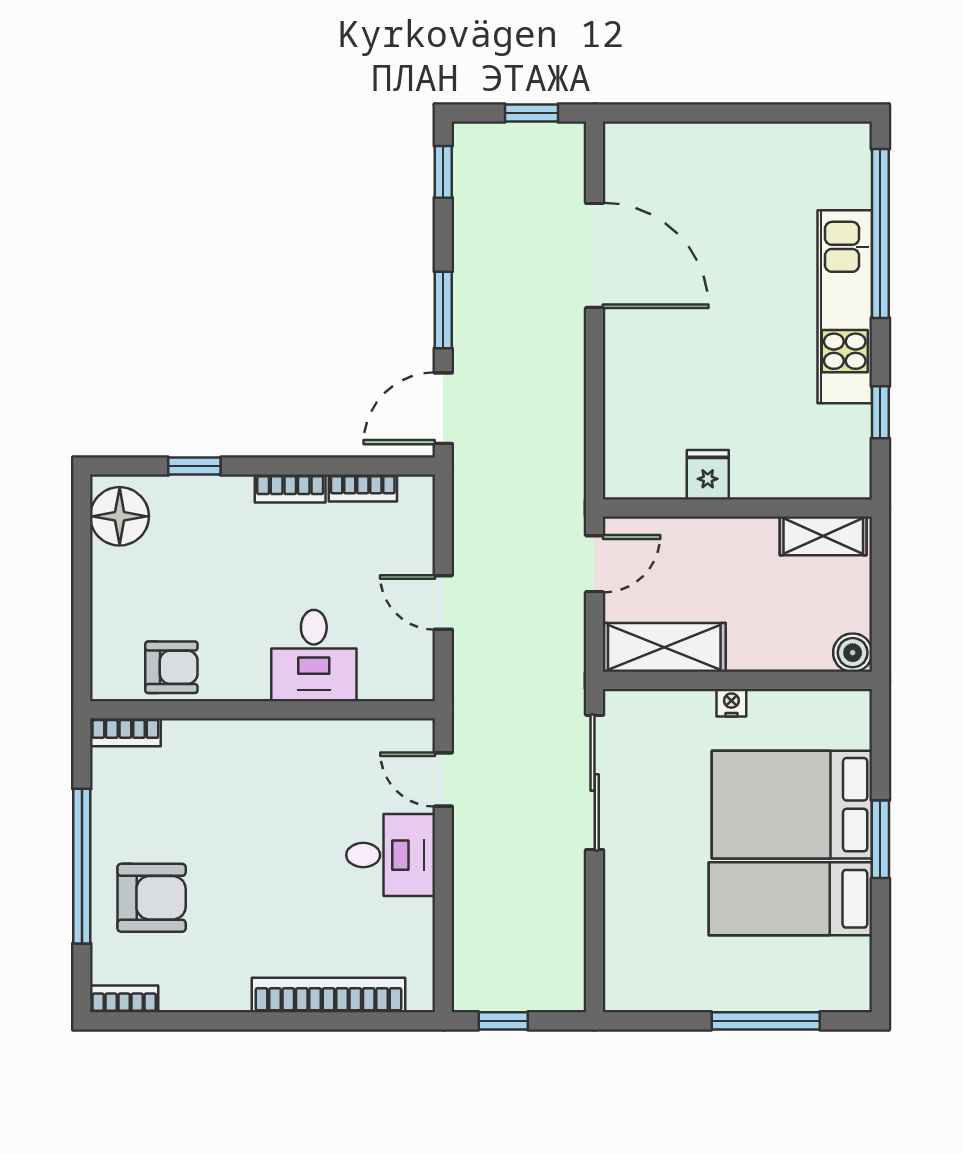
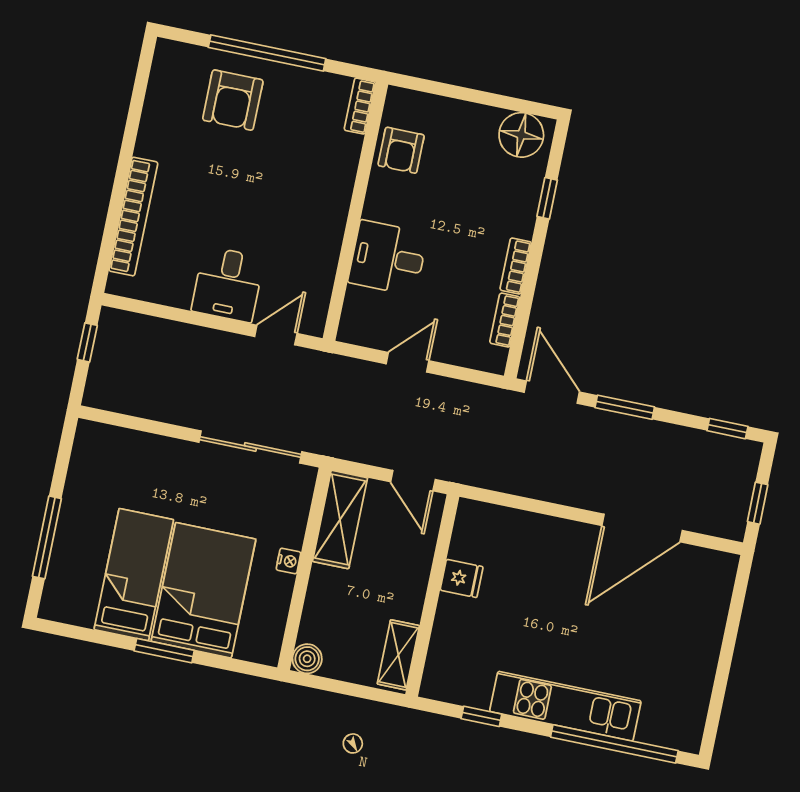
bookcase: (124, 999) -> (162, 64), removed

